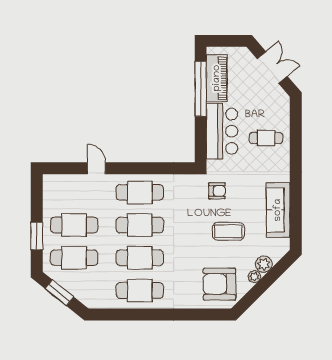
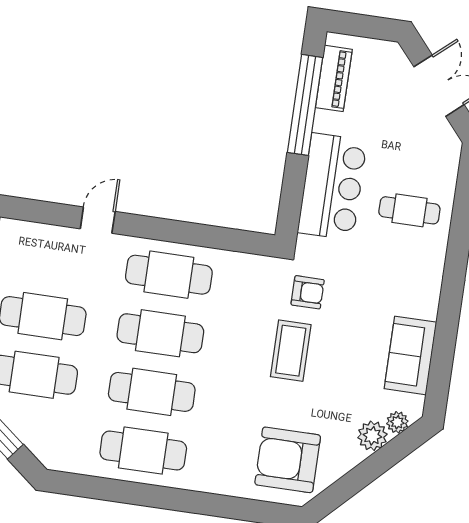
piano: (217, 78) -> (334, 78), width x0.73, depth x0.75
door: (96, 168) -> (98, 220), hinge flipped
sofa: (278, 210) -> (410, 355), width x0.73
coffee table: (228, 231) -> (291, 351), moved, turned 90
plant: (254, 277) -> (397, 422), moved

